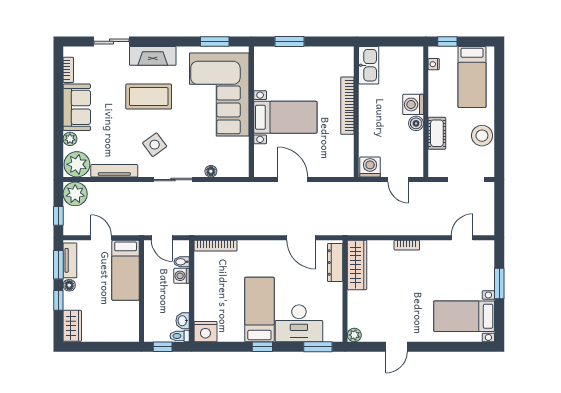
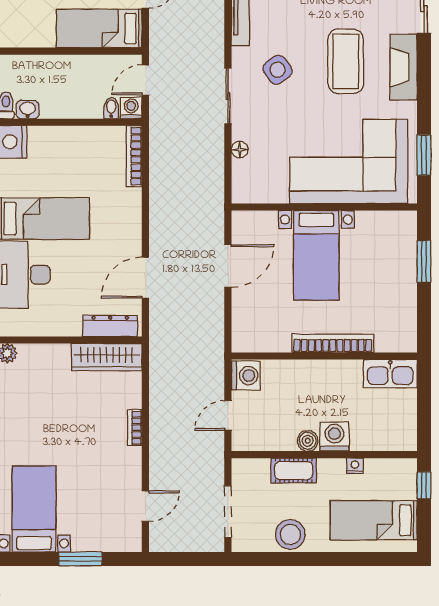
nightstand: (434, 64) -> (355, 466), moved
door: (462, 238) -> (145, 506), hinge flipped
washing machine: (182, 276) -> (131, 108), moved

